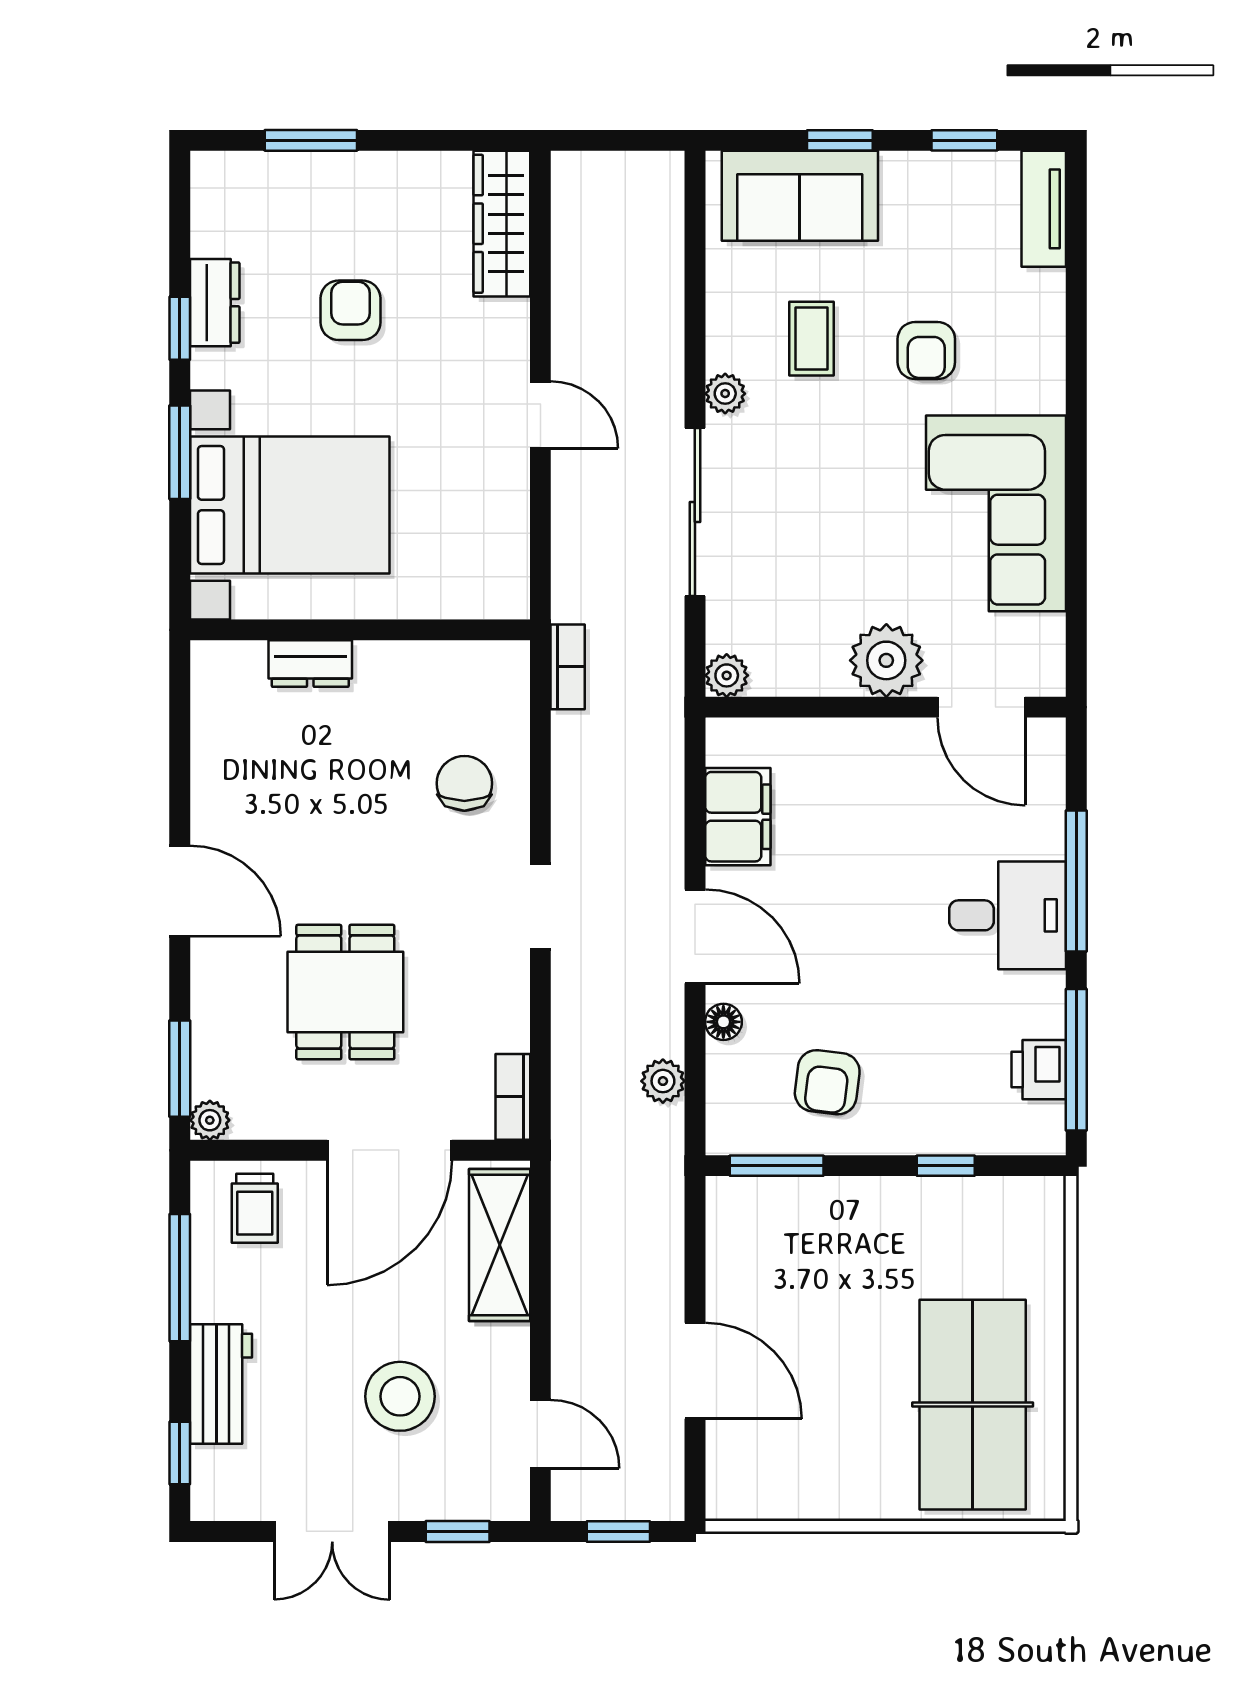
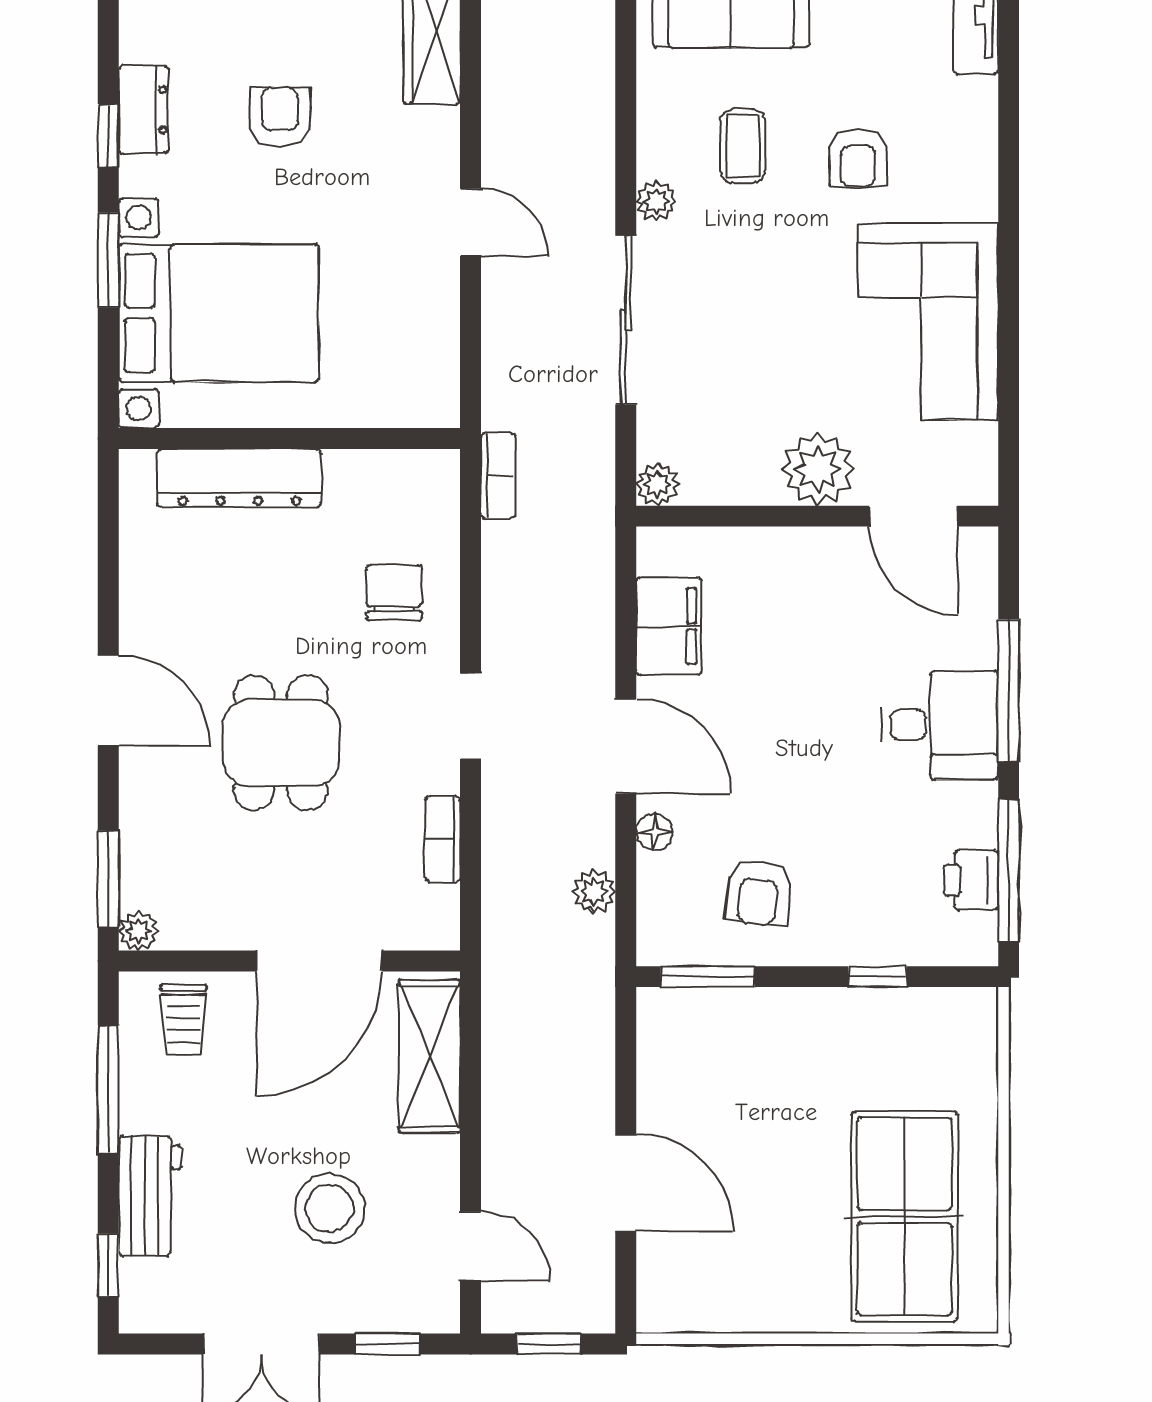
dresser: (310, 664) -> (239, 478), width x1.96, depth x1.24
dining table: (345, 992) -> (281, 743), moved
bookcase: (513, 1097) -> (443, 839), moved

